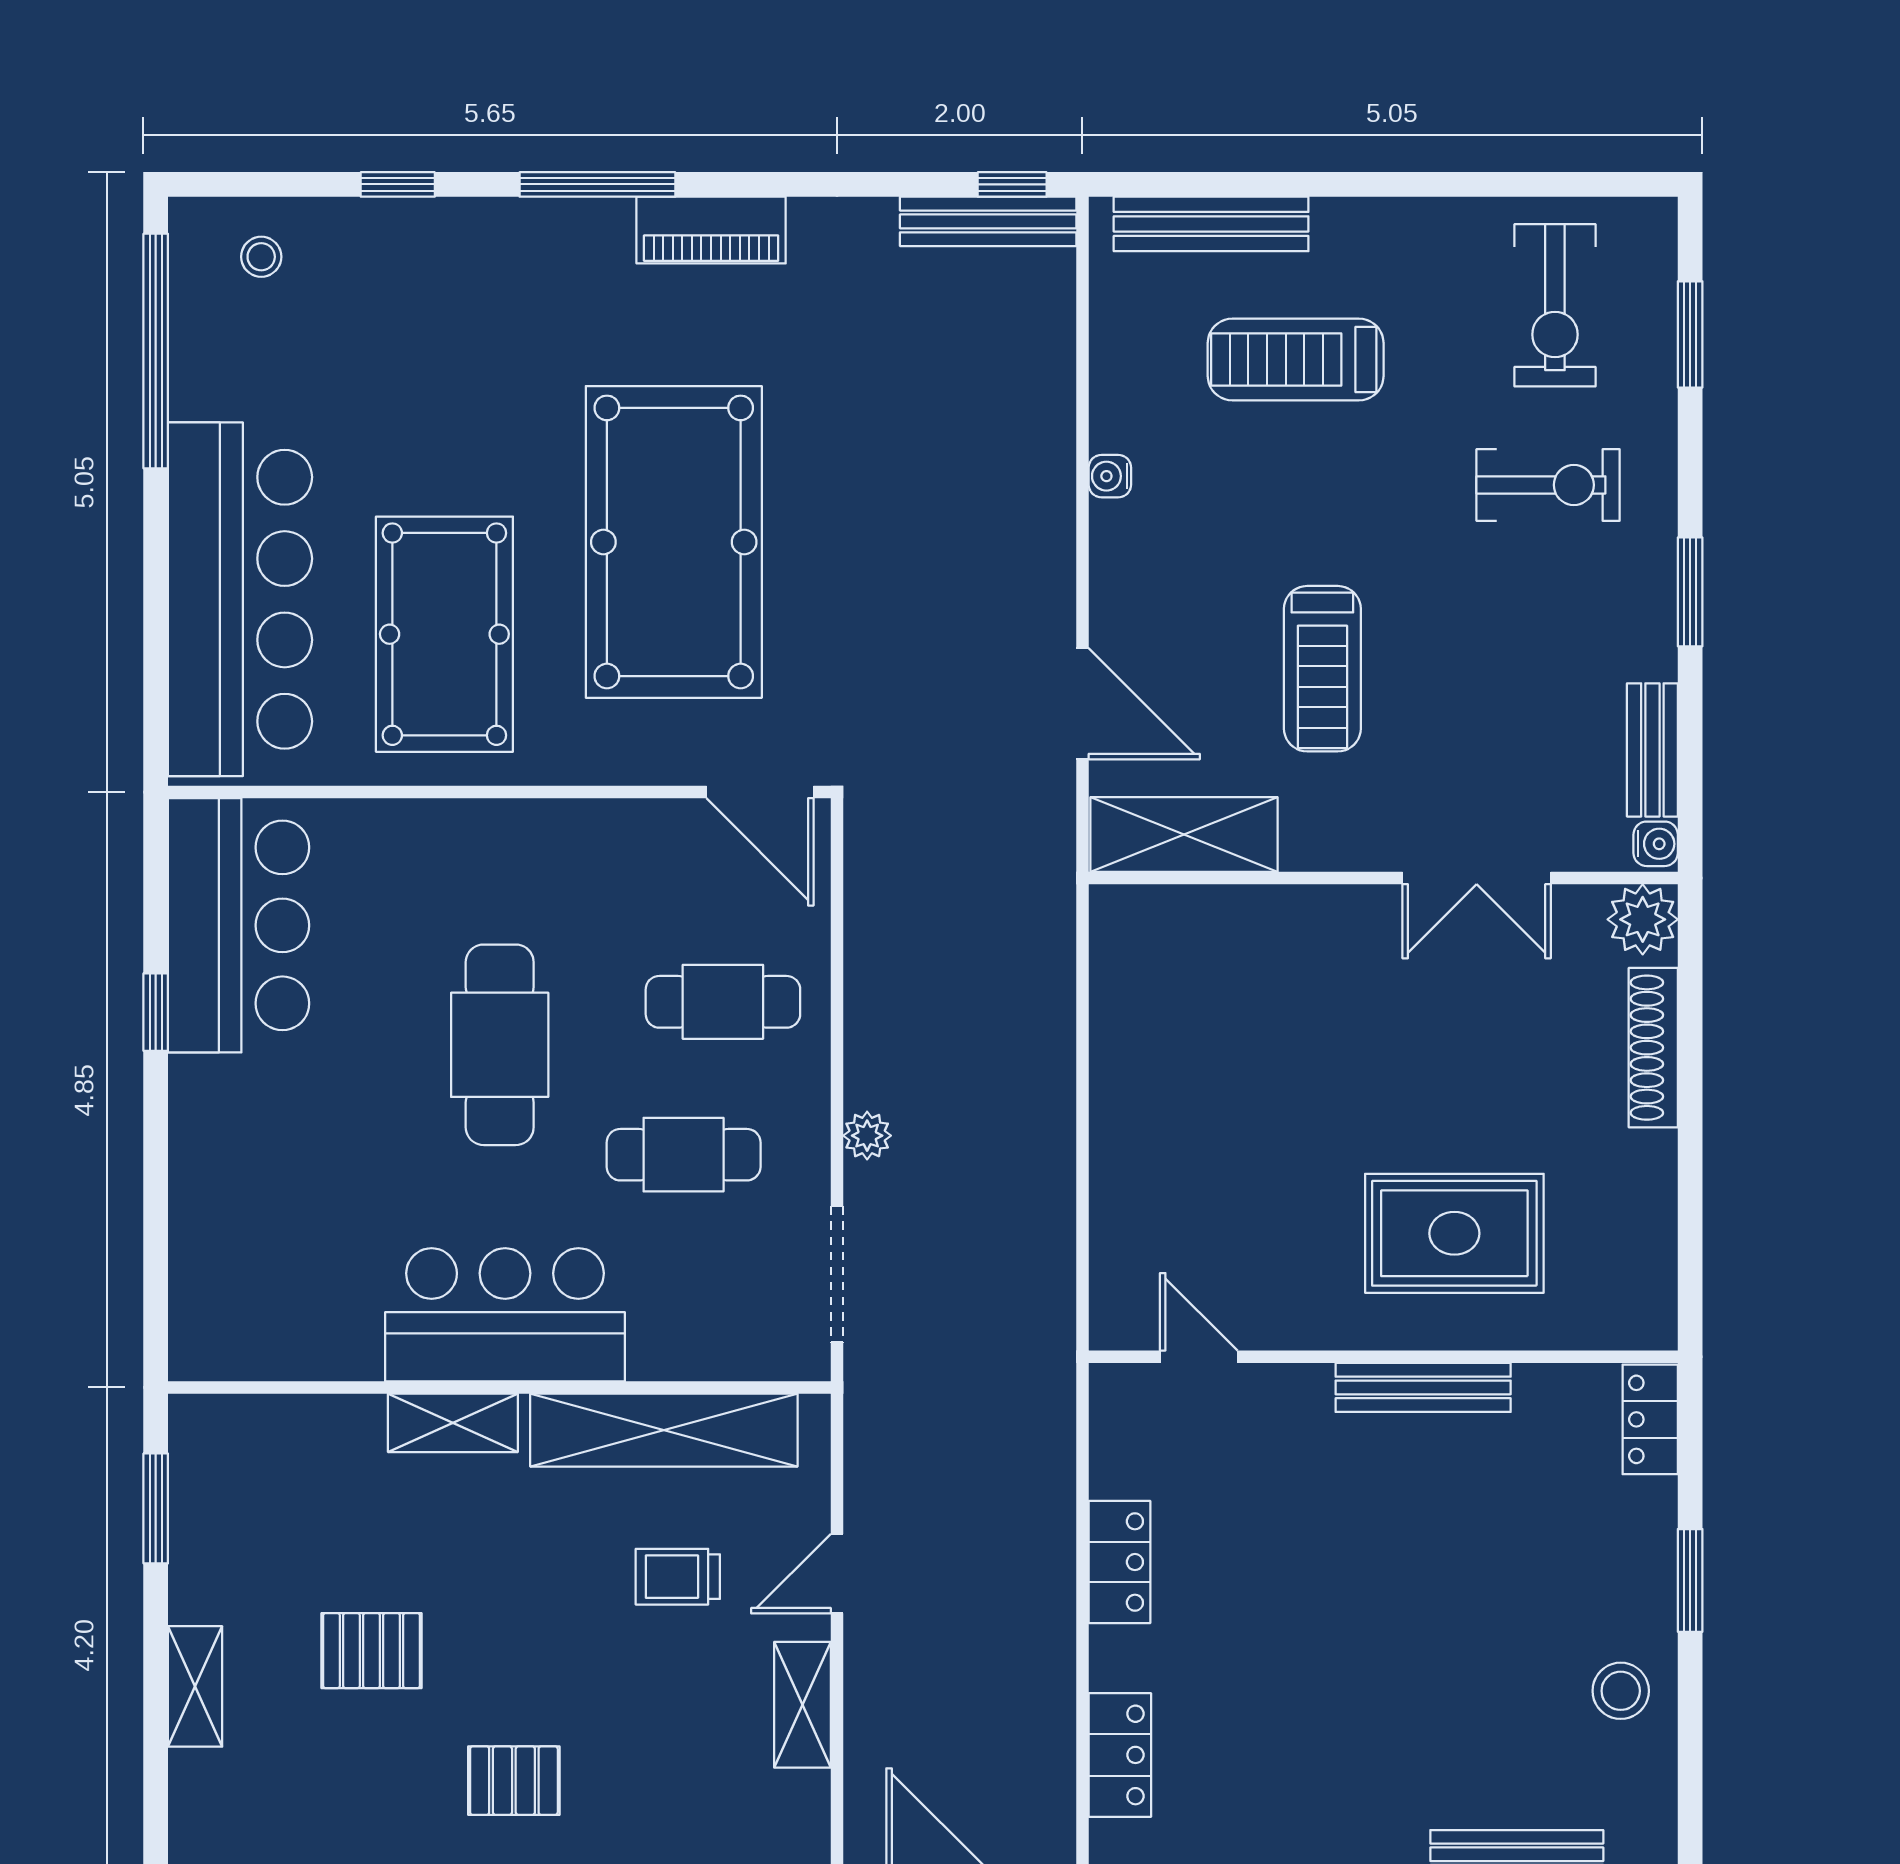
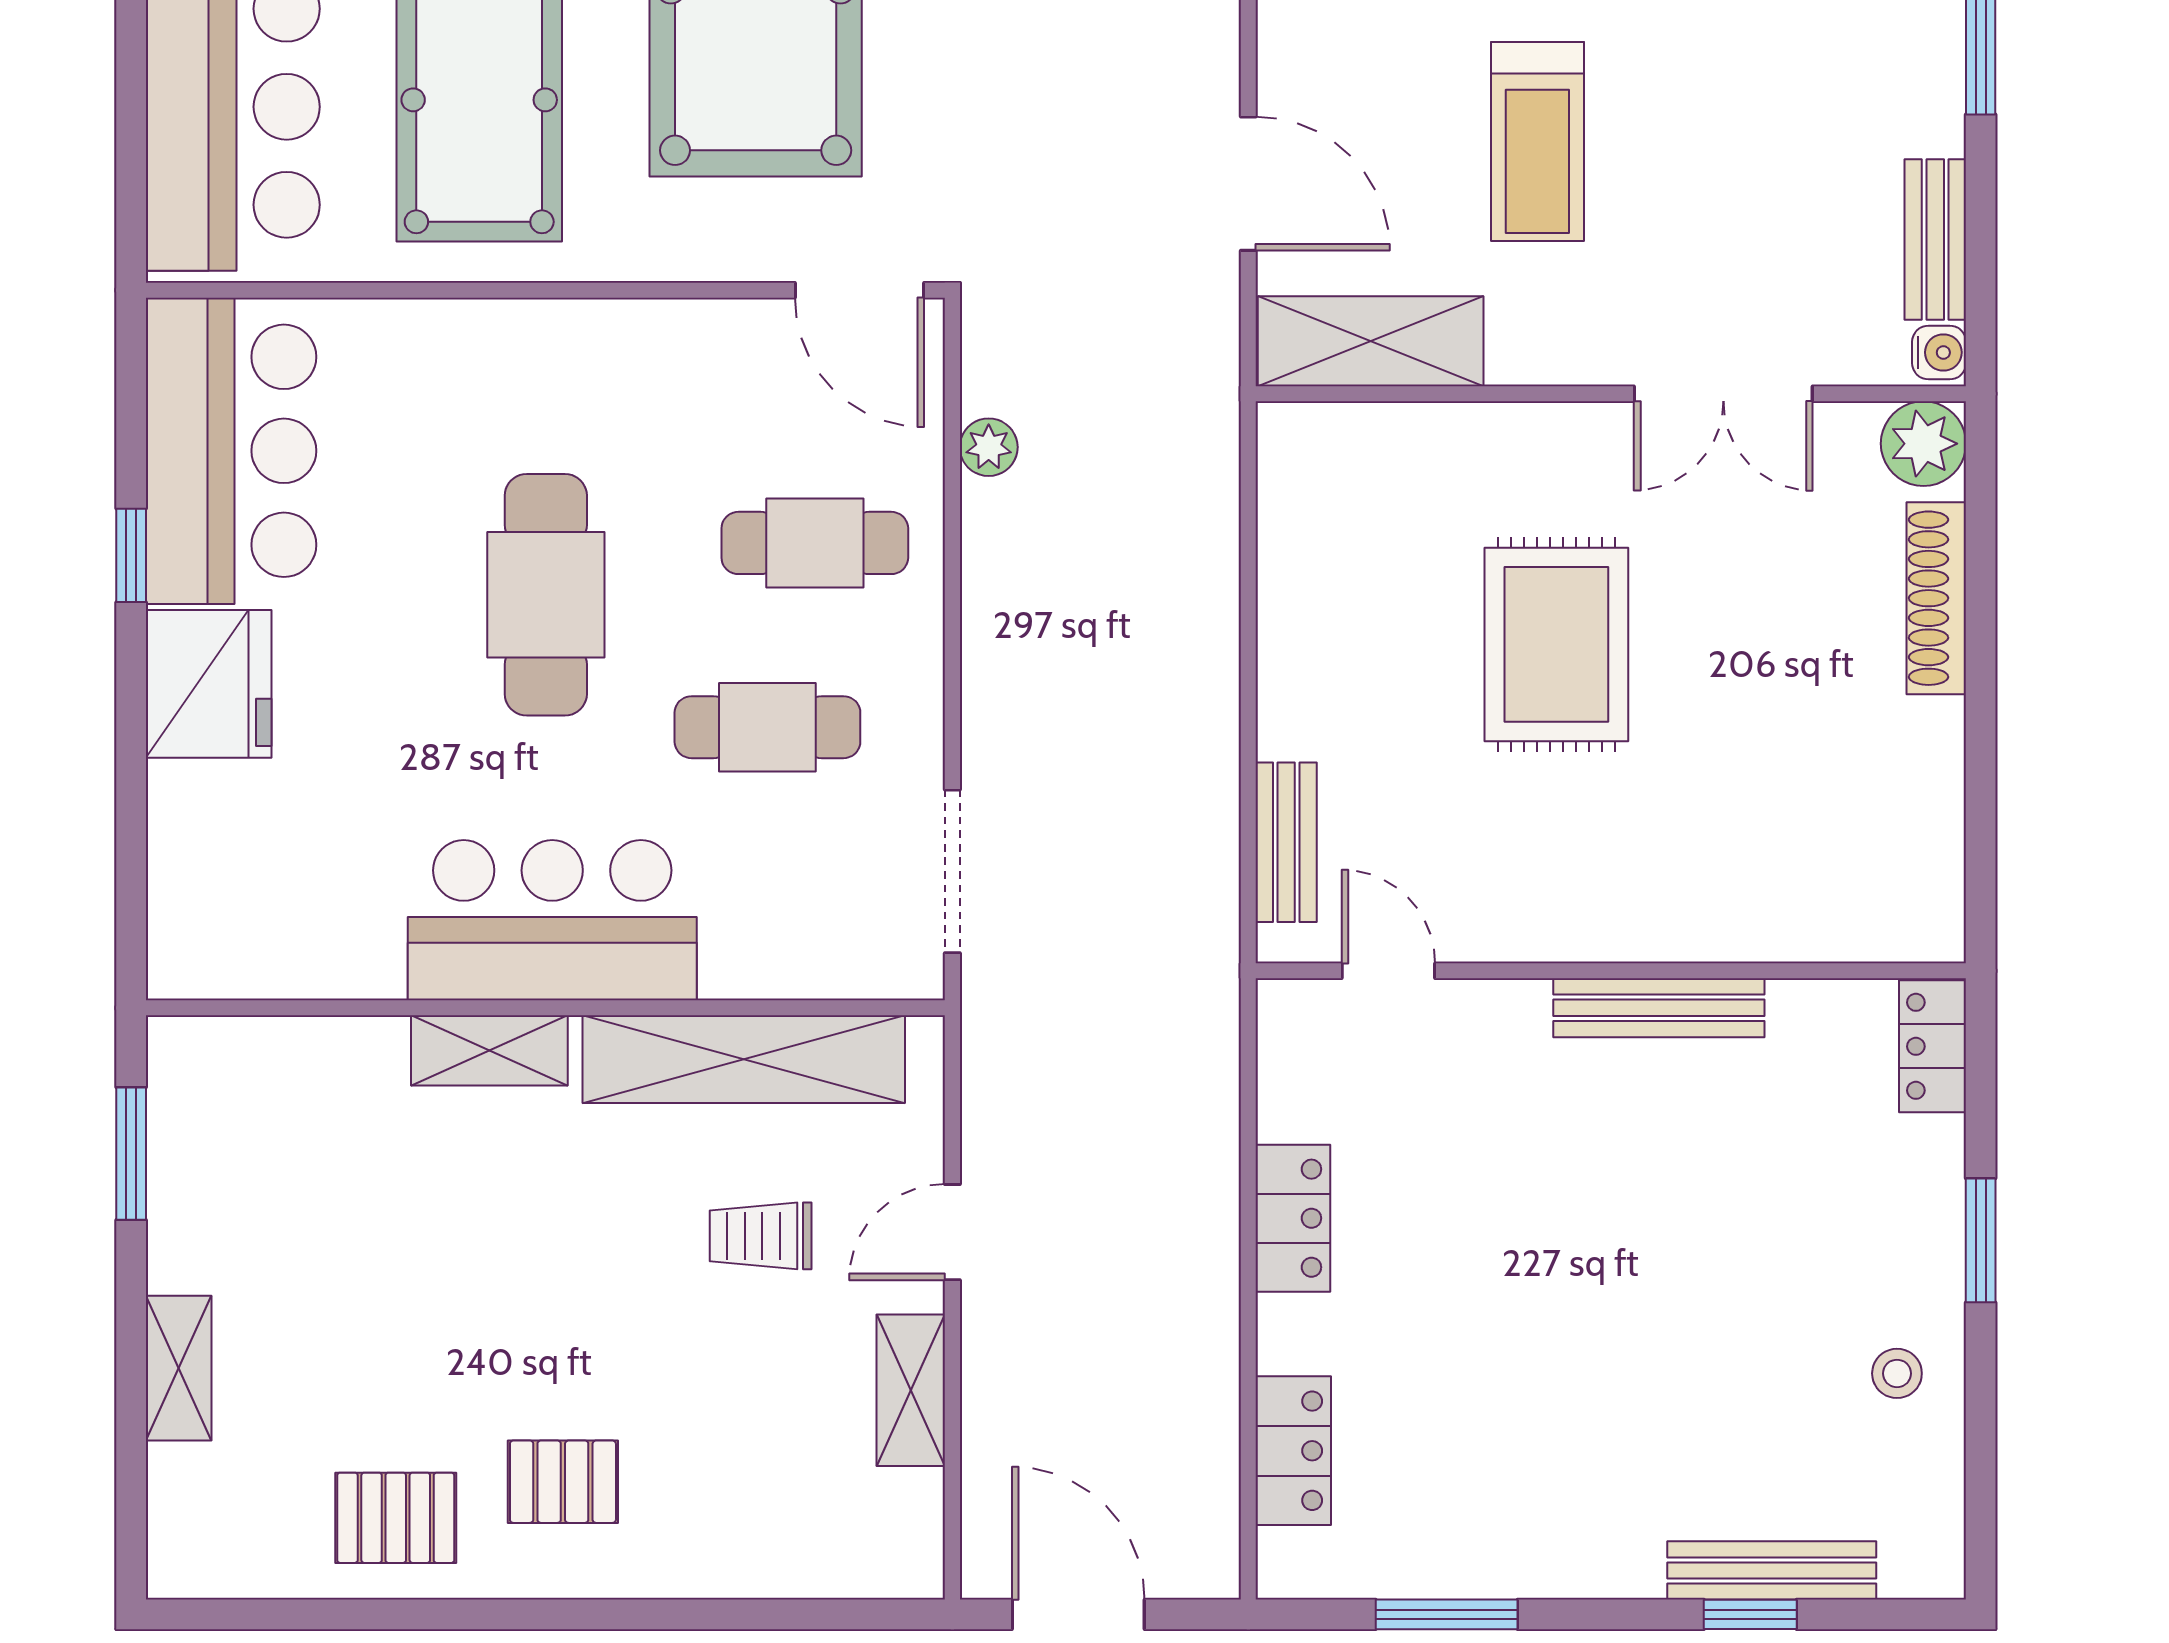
fridge: (220, 1119) -> (209, 684), added
plant: (867, 1136) -> (989, 447), moved
rug: (1454, 1233) -> (1556, 644), moved, turned 90
bench: (1114, 1250) -> (1286, 842), added
pallet: (371, 1651) -> (396, 1518), moved
stool: (1621, 1691) -> (1897, 1373), width x0.73, depth x0.73

